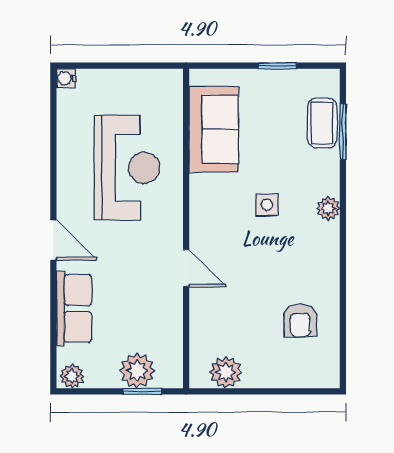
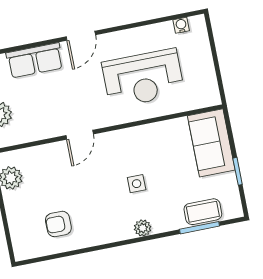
water cooler: (66, 78) -> (181, 25), moved
sofa: (214, 129) -> (211, 143), moved, turned 90

